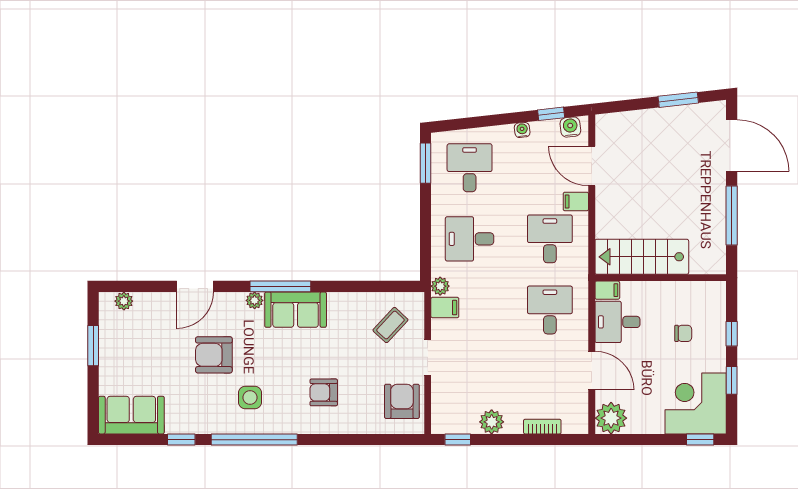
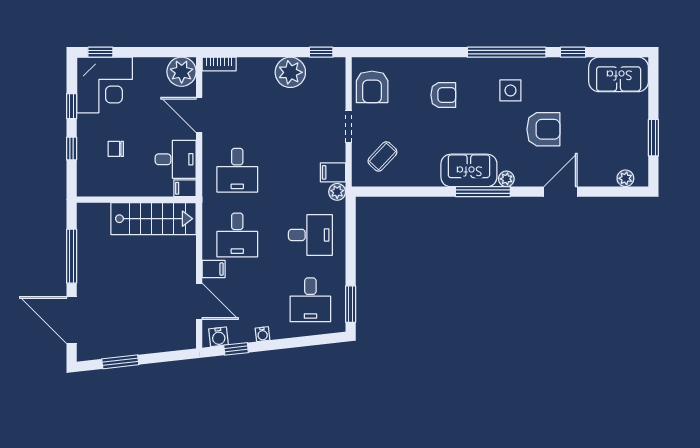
plant: (492, 422) -> (290, 72), width x1.36, depth x1.36
bookcase: (542, 427) -> (219, 64), moved

